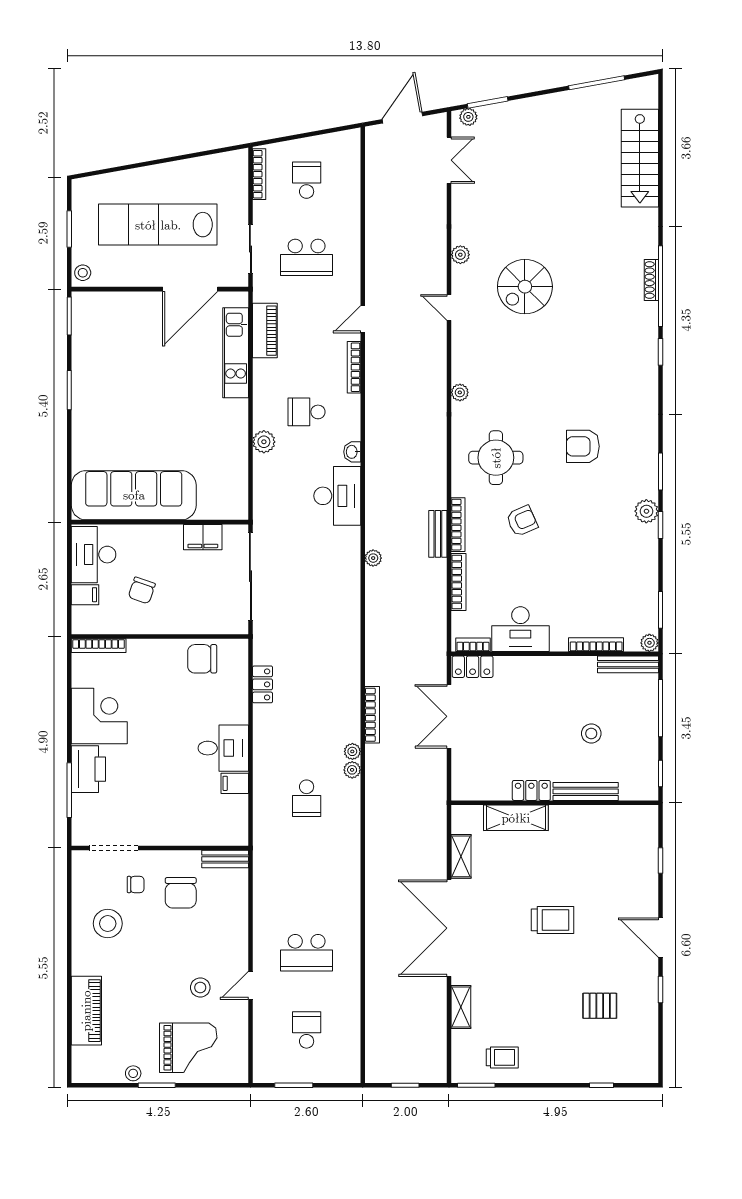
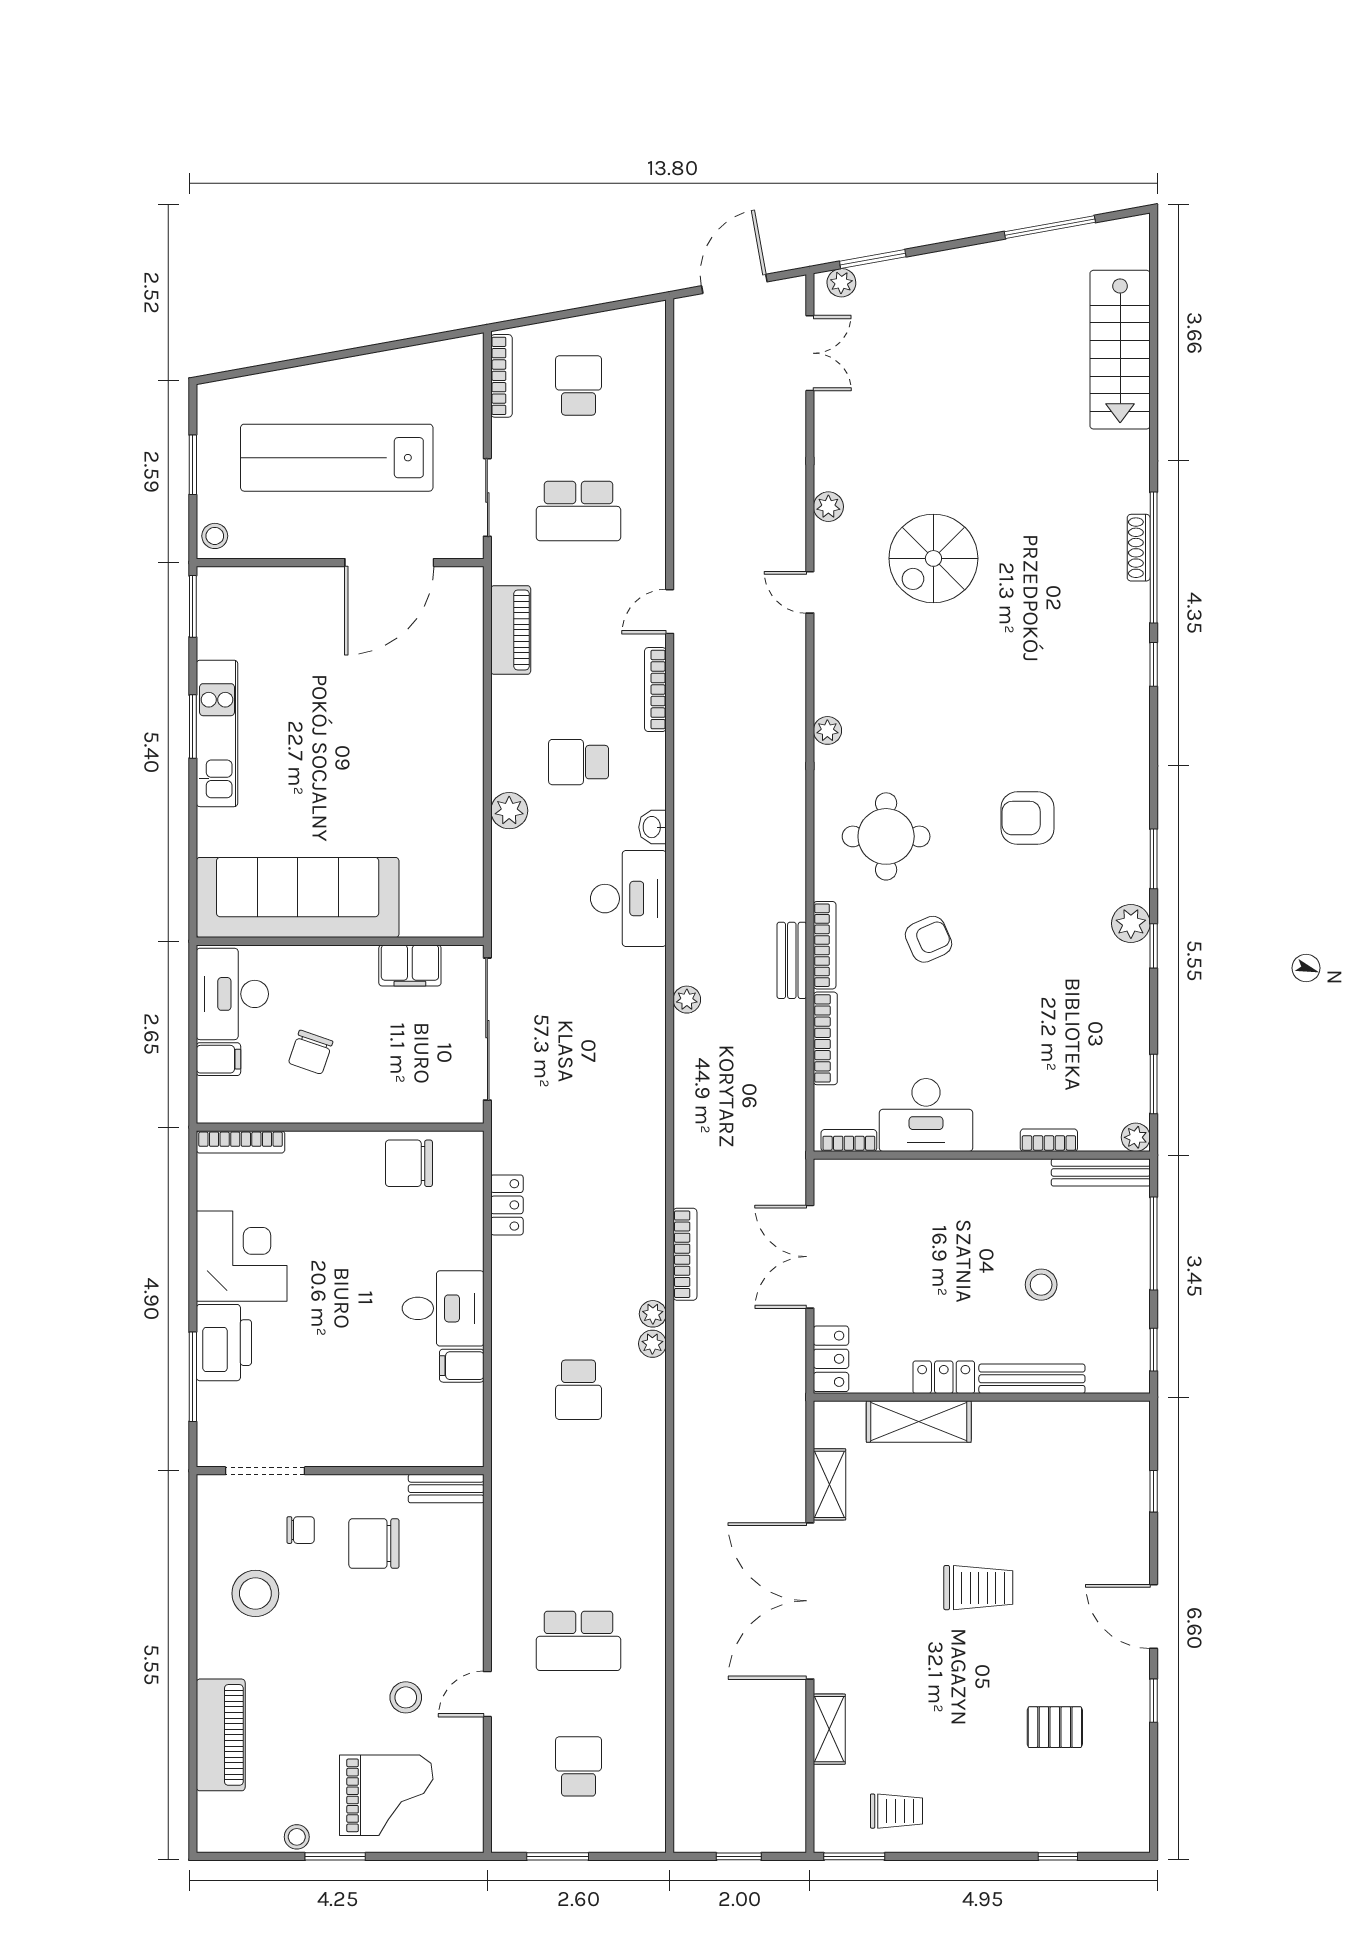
kitchen unit: (236, 353) -> (217, 733), moved, turned 180
bookcase: (596, 645) -> (1049, 1140), width x0.64
locker: (473, 667) -> (831, 1359), moved, turned -90
chair: (181, 893) -> (374, 1544), turned 90

